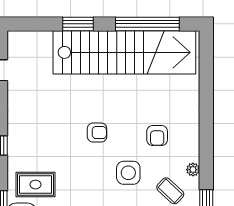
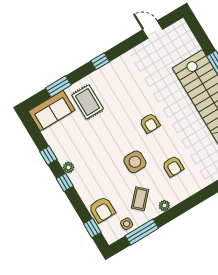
armchair: (157, 136) -> (173, 166), turned -90

